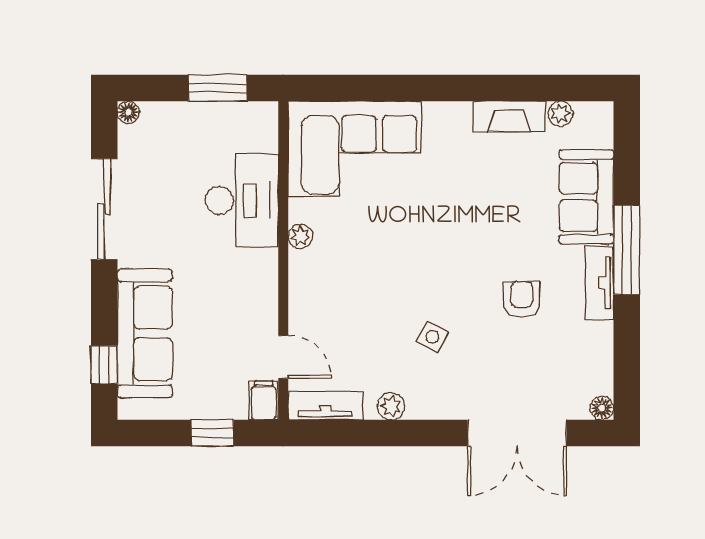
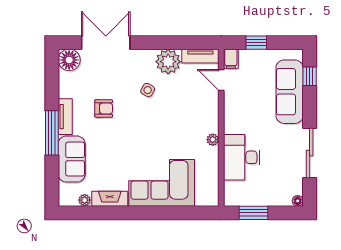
corner sofa: (355, 149) -> (162, 183), moved
armchair: (522, 299) -> (104, 108), turned -90
plant: (391, 406) -> (168, 62), width x1.88, depth x1.88
floor lamp: (602, 408) -> (69, 60), width x1.89, depth x1.89

